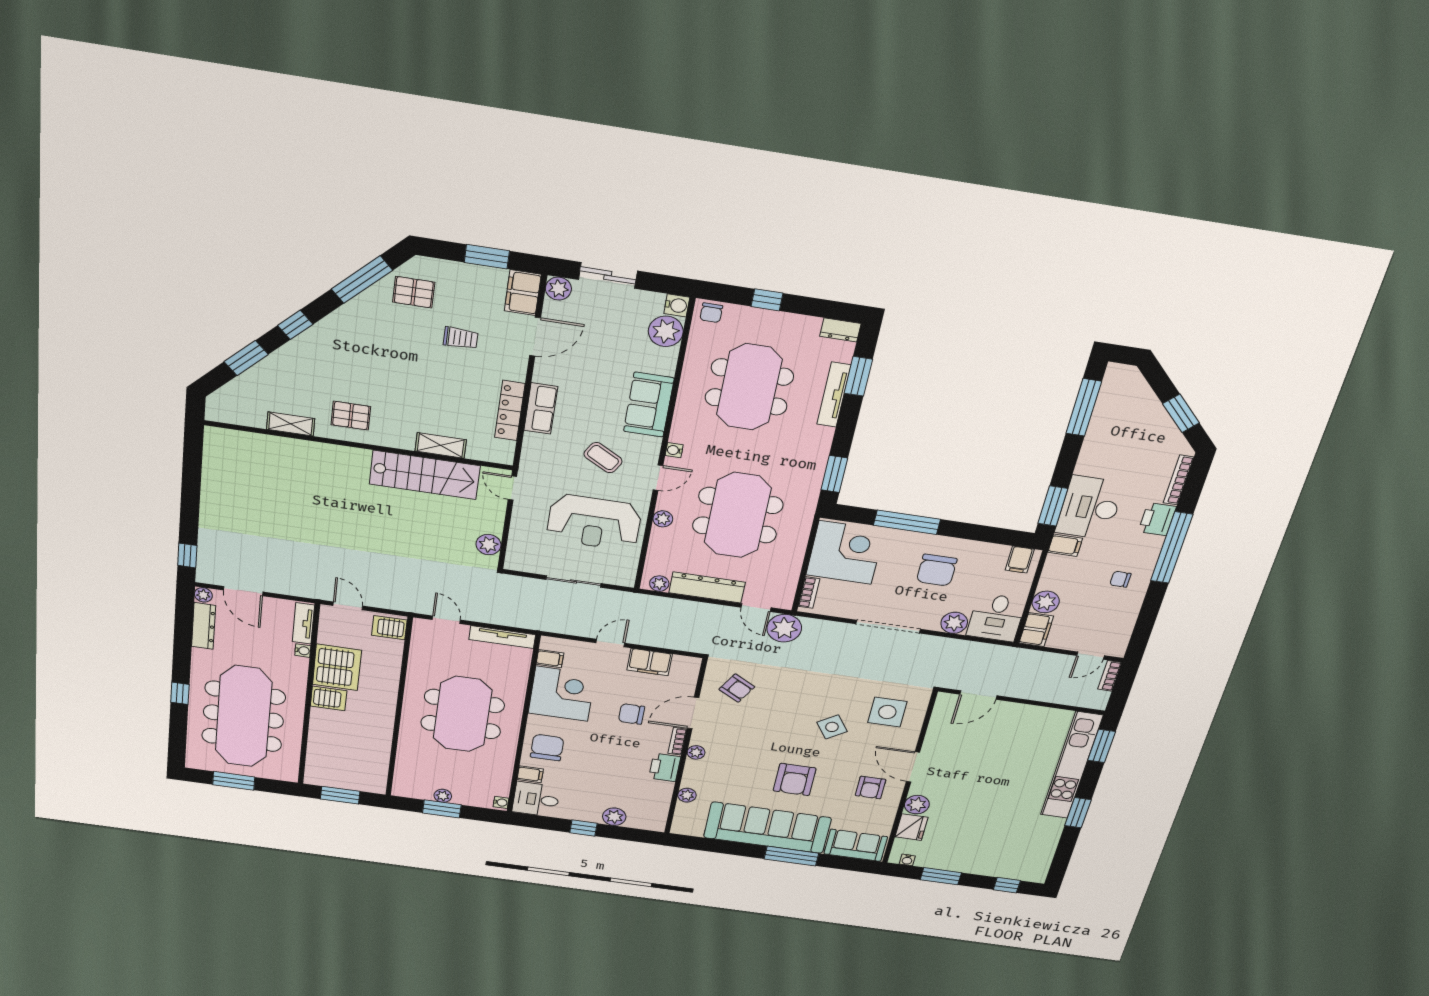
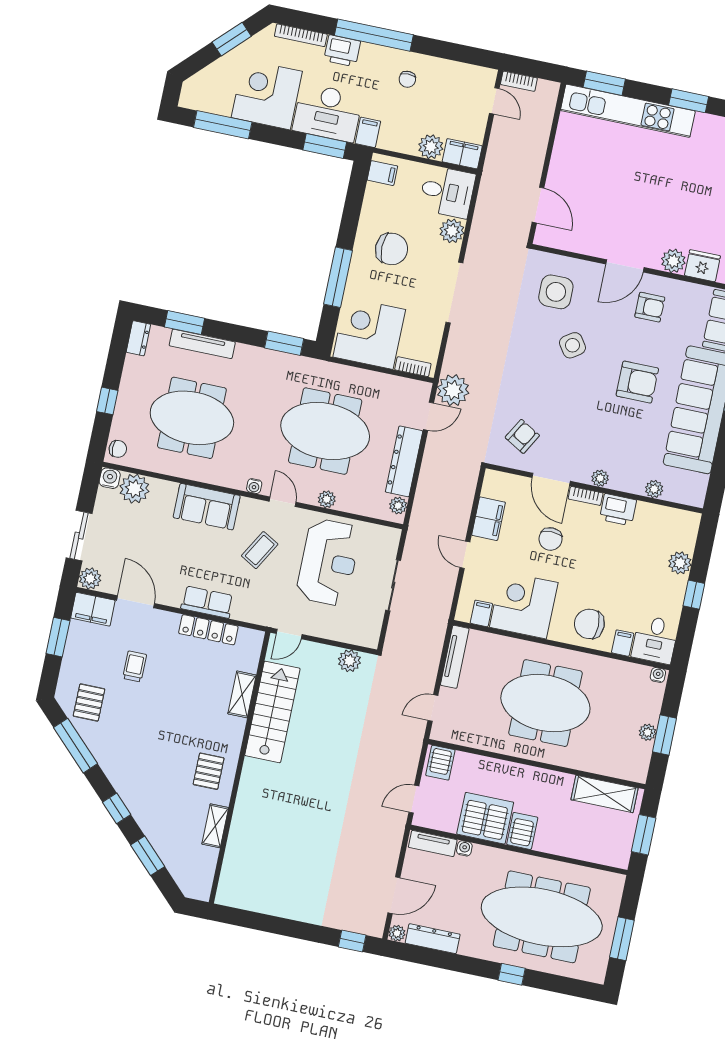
corner desk: (1115, 449) -> (267, 94), added
shelving: (376, 764) -> (605, 794), added

